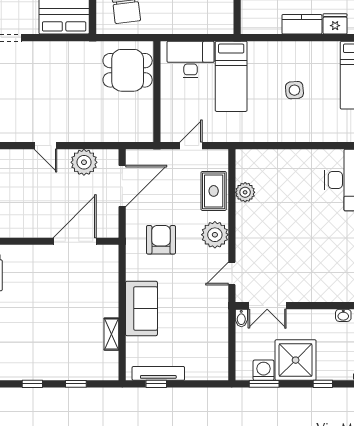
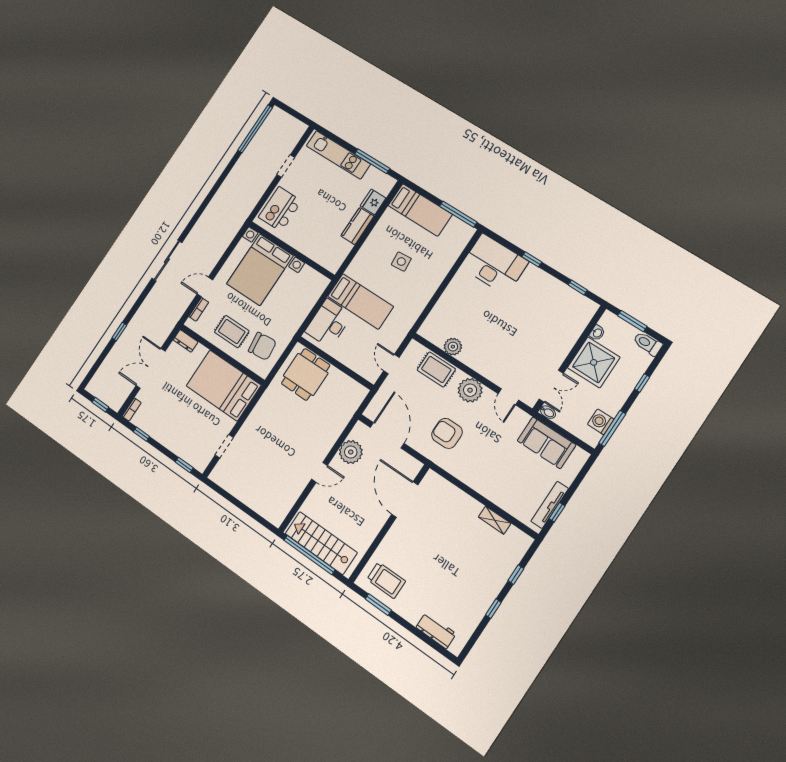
sofa: (141, 308) -> (547, 443), moved, turned 180
shower: (296, 360) -> (594, 362), moved
window: (264, 384) -> (612, 428), width x1.44

